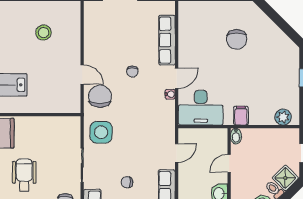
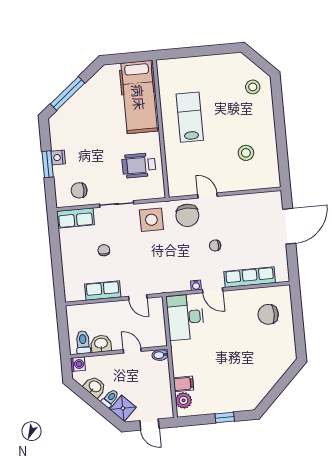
chair: (237, 39) -> (268, 314), moved
door: (82, 74) -> (208, 196), swing flipped
chair: (100, 96) -> (187, 215), turned 90
filing cabinet: (241, 116) -> (183, 384), moved
wheelchair: (24, 175) -> (139, 165), moved, turned 180

